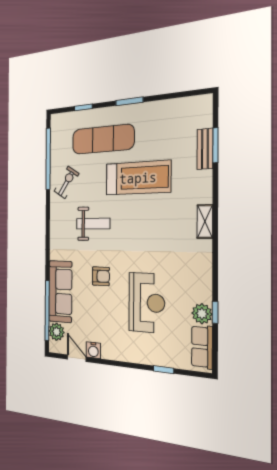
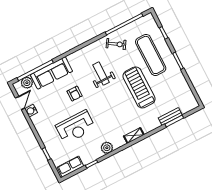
treadmill: (138, 178) -> (139, 87), turned 180
weight bench: (93, 224) -> (101, 74), turned 180
plant: (202, 314) -> (107, 148), moved

